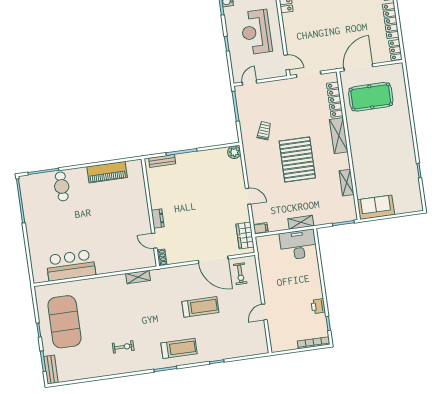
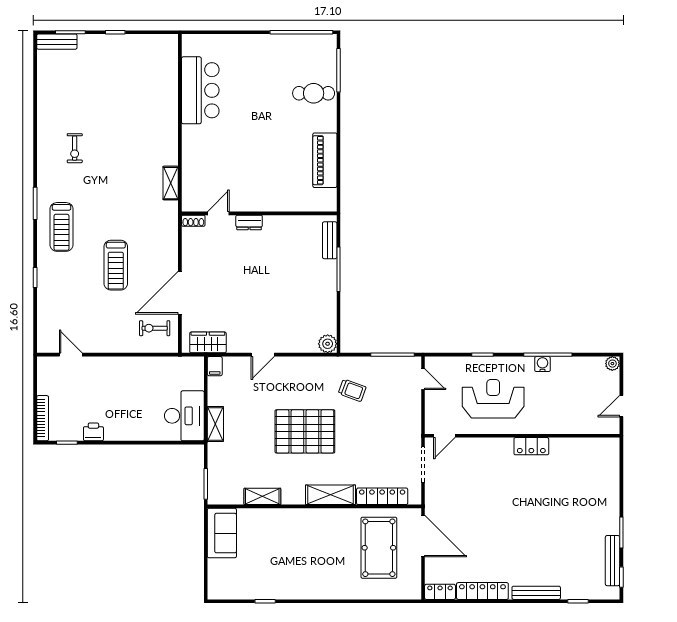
door: (264, 312) -> (71, 355), moved
exercise mat: (64, 322) -> (122, 70), removed

